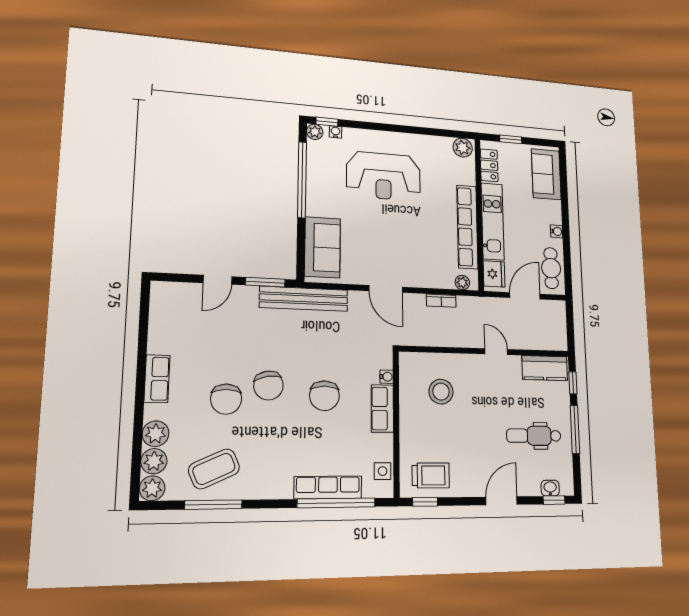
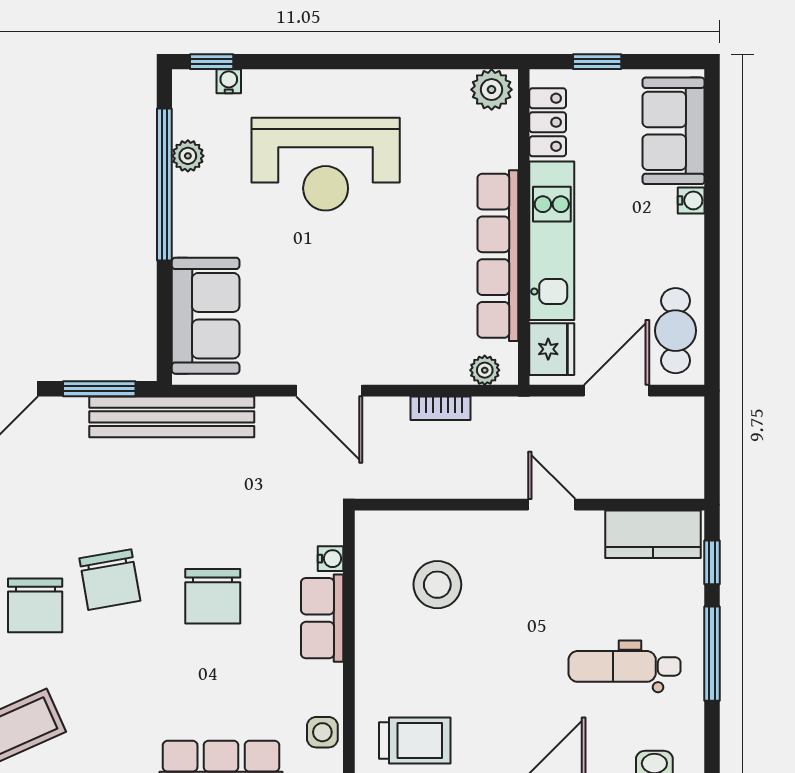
plant: (315, 132) -> (188, 156), moved
water cooler: (557, 231) -> (691, 200), moved

